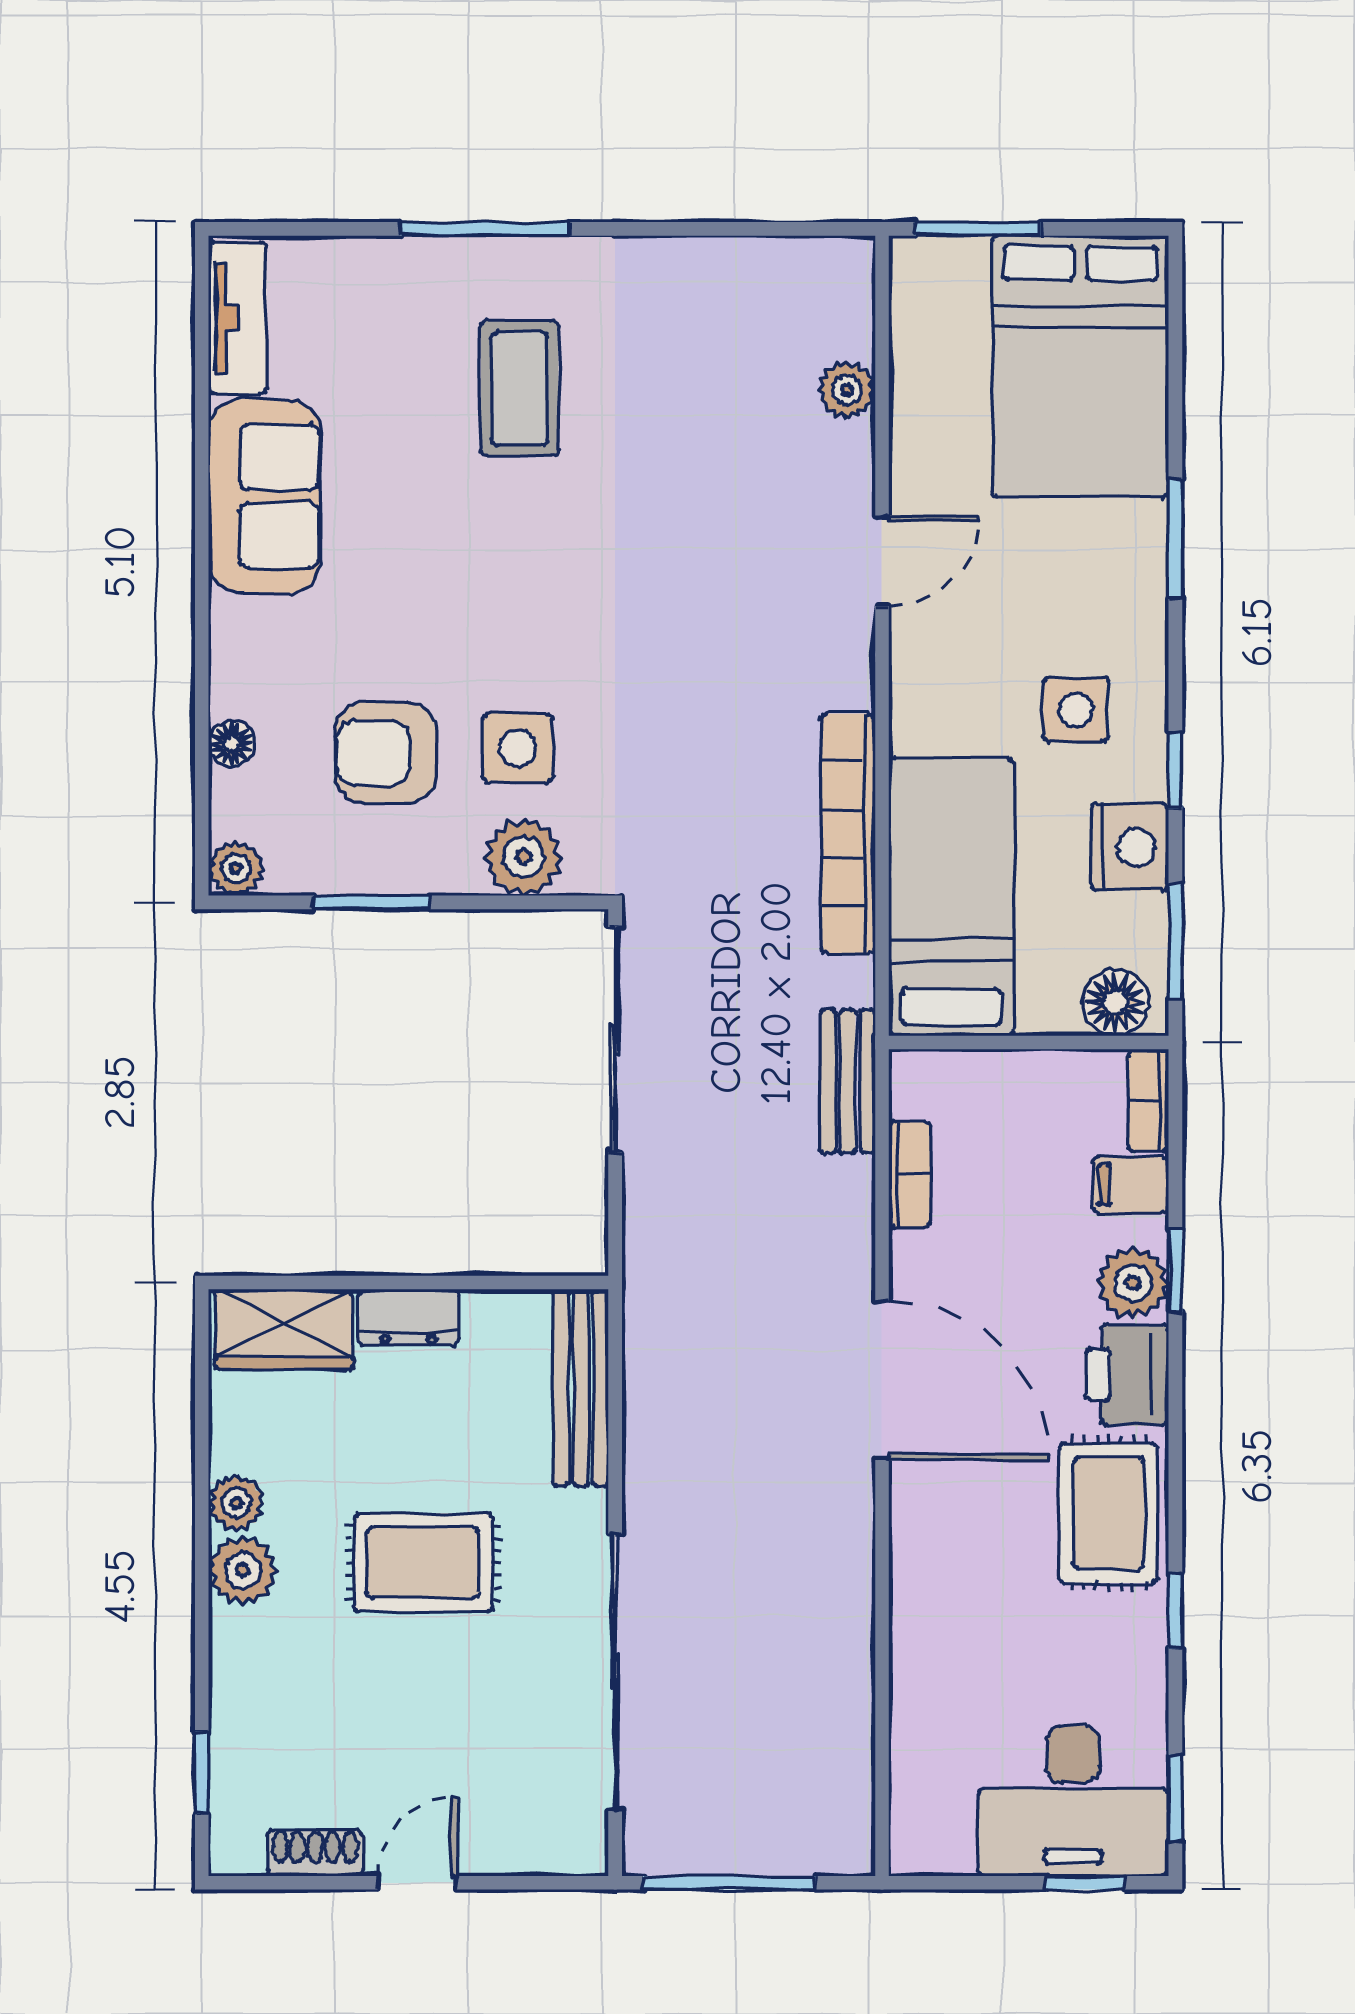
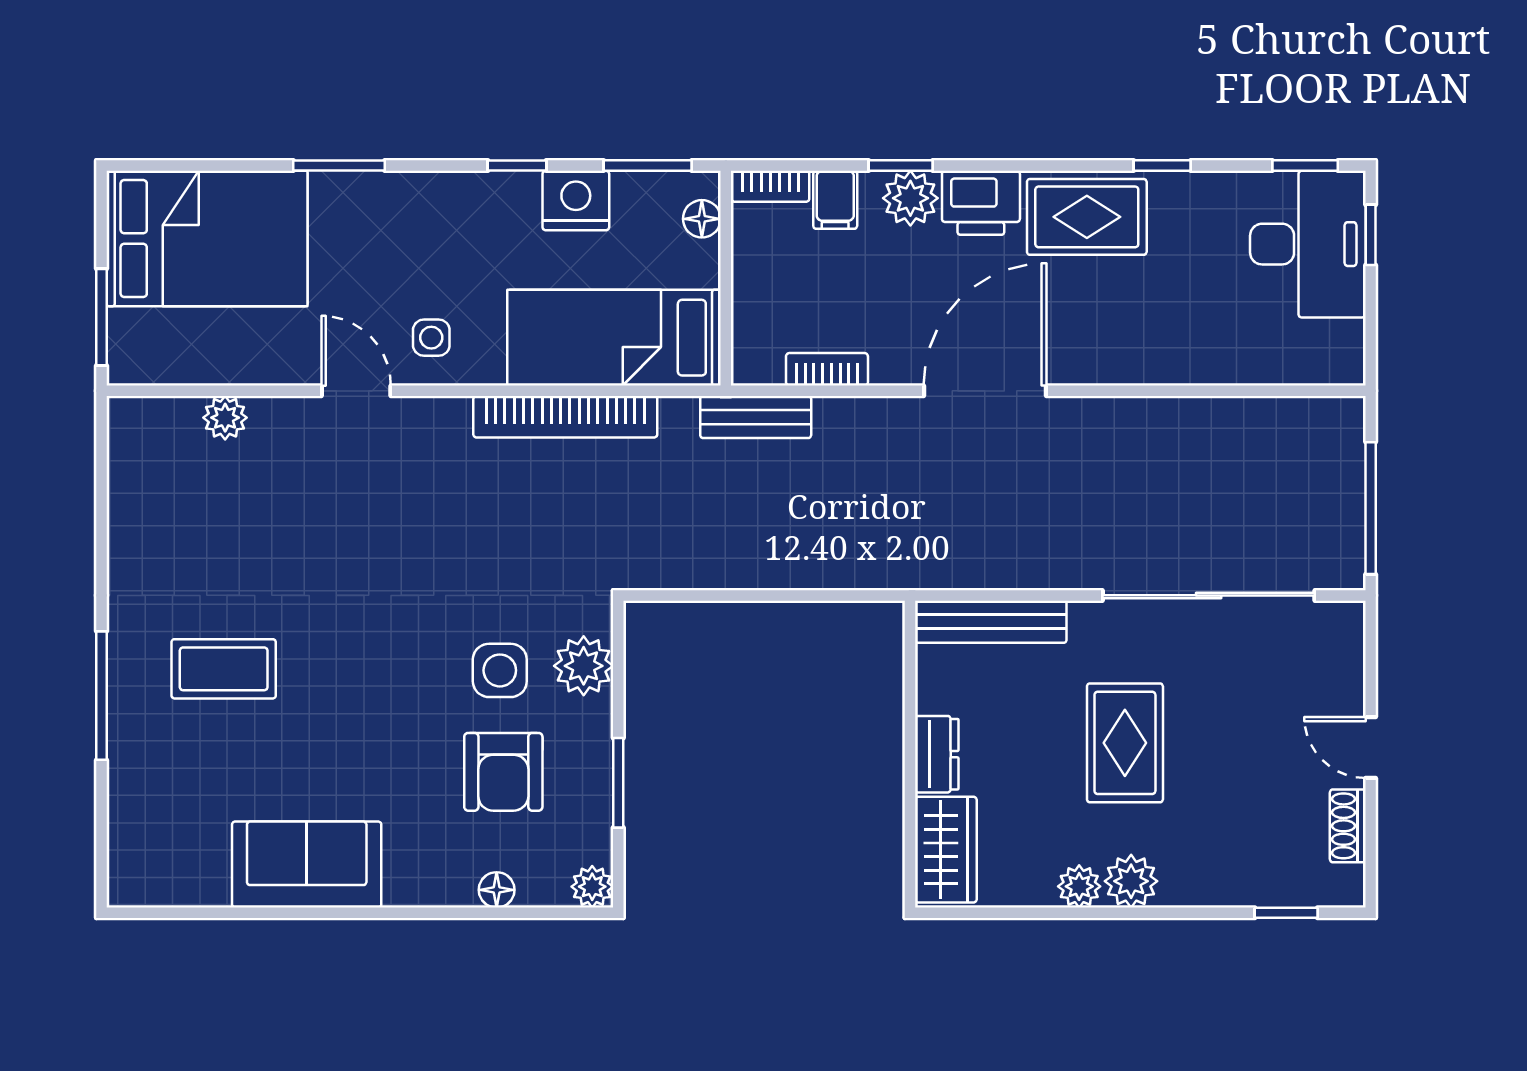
tv unit: (237, 318) -> (170, 885), removed
side table: (1076, 710) -> (431, 338), moved, width x0.73, depth x0.73
floor lamp: (1115, 1002) -> (702, 219), width x0.73, depth x0.73
sliding door: (615, 1040) -> (724, 595), removed

